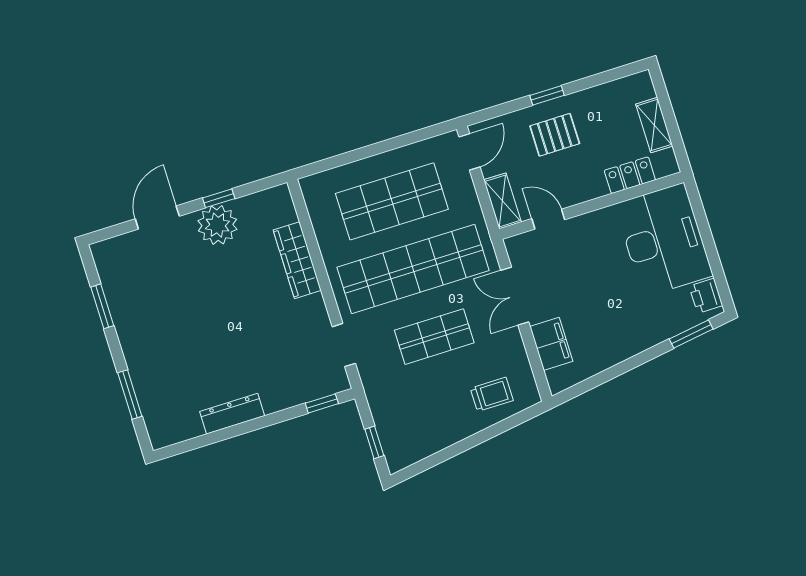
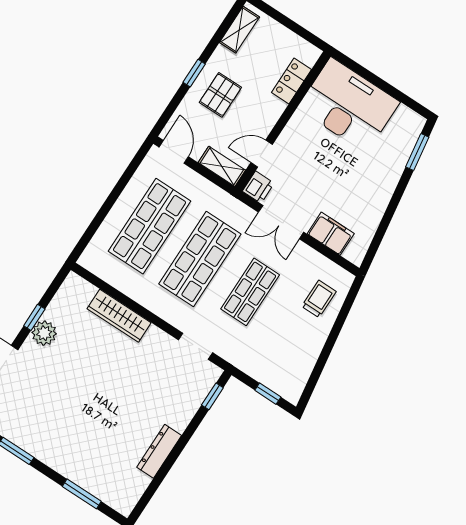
shelving: (654, 125) -> (239, 30), moved, turned 90
plant: (217, 225) -> (44, 333), width x0.73, depth x0.73
shop shelf: (413, 269) -> (200, 259), width x0.71
printer: (706, 296) -> (258, 187), moved, turned -90

